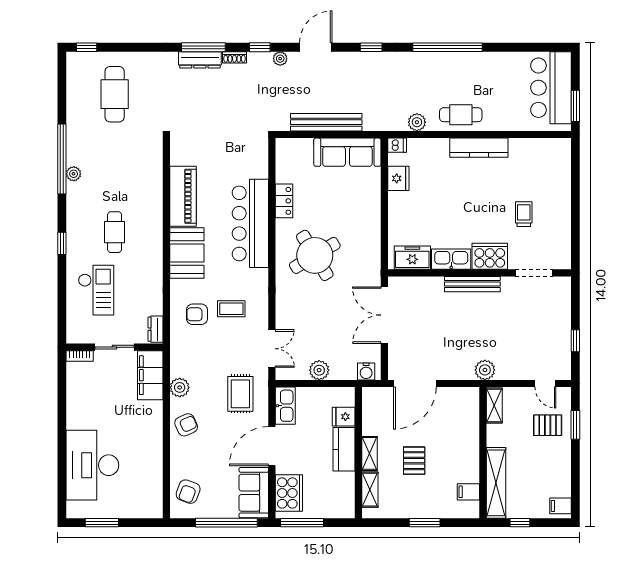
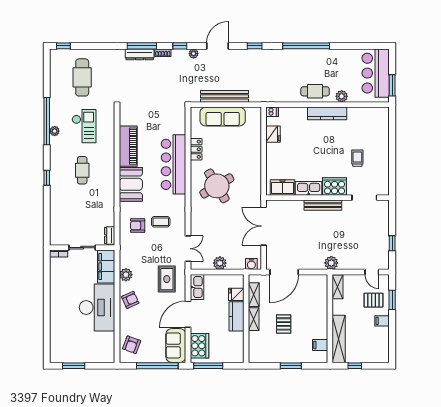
plant: (417, 122) -> (342, 96), moved
sofa: (347, 152) -> (223, 116), moved
checkout: (96, 290) -> (84, 126), moved
desk: (92, 465) -> (97, 307), moved, turned 180
shelving: (370, 490) -> (254, 295), moved
filing cabinet: (560, 506) -> (382, 321), moved

